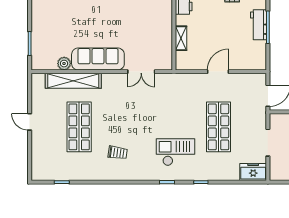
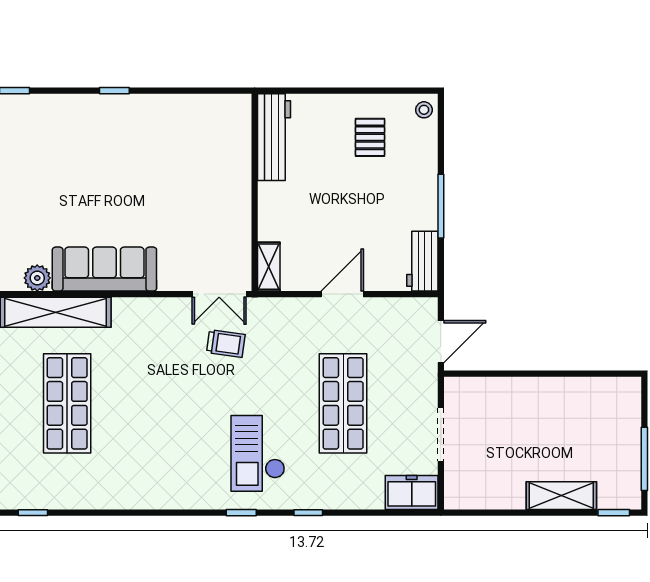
workbench: (259, 25) -> (422, 261), moved
shelving: (181, 38) -> (269, 267), moved
double door: (141, 72) -> (219, 294), moved
checkout: (175, 152) -> (258, 453), turned -90
trolley: (118, 153) -> (226, 343), moved

